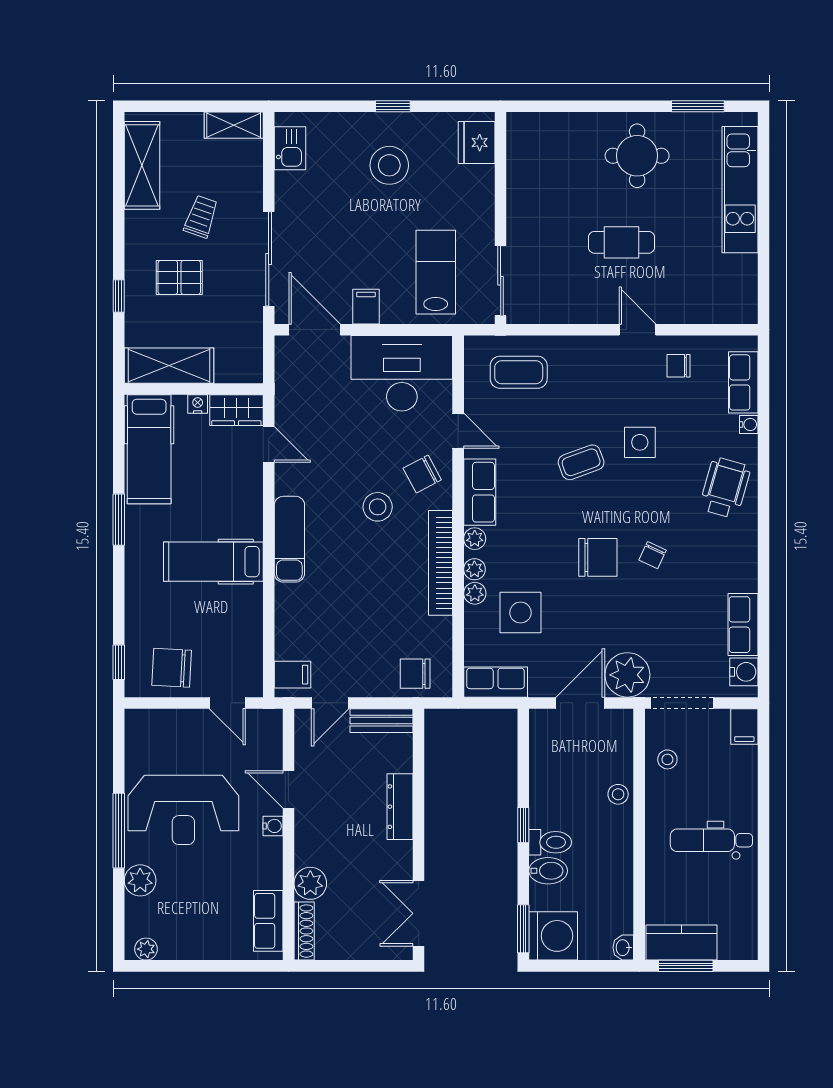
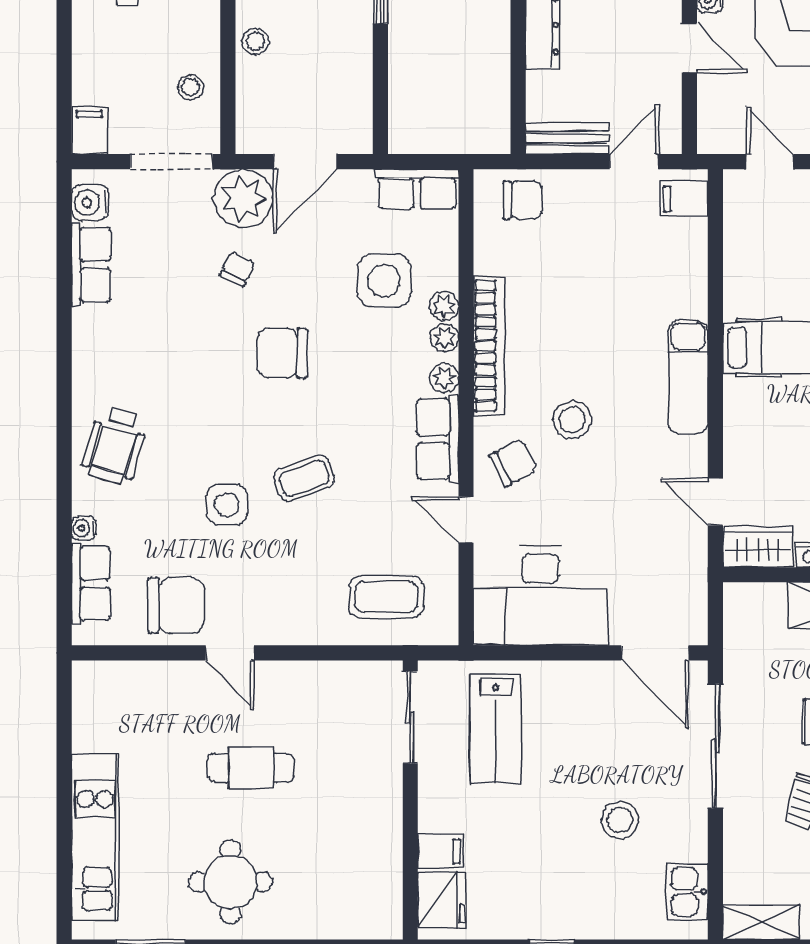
stool: (389, 165) -> (620, 820), moved, width x0.73, depth x0.73
filing cabinet: (366, 307) -> (441, 851), moved, turned -90
chair: (679, 366) -> (176, 605), width x1.87, depth x1.87
chair: (653, 555) -> (237, 269), moved

